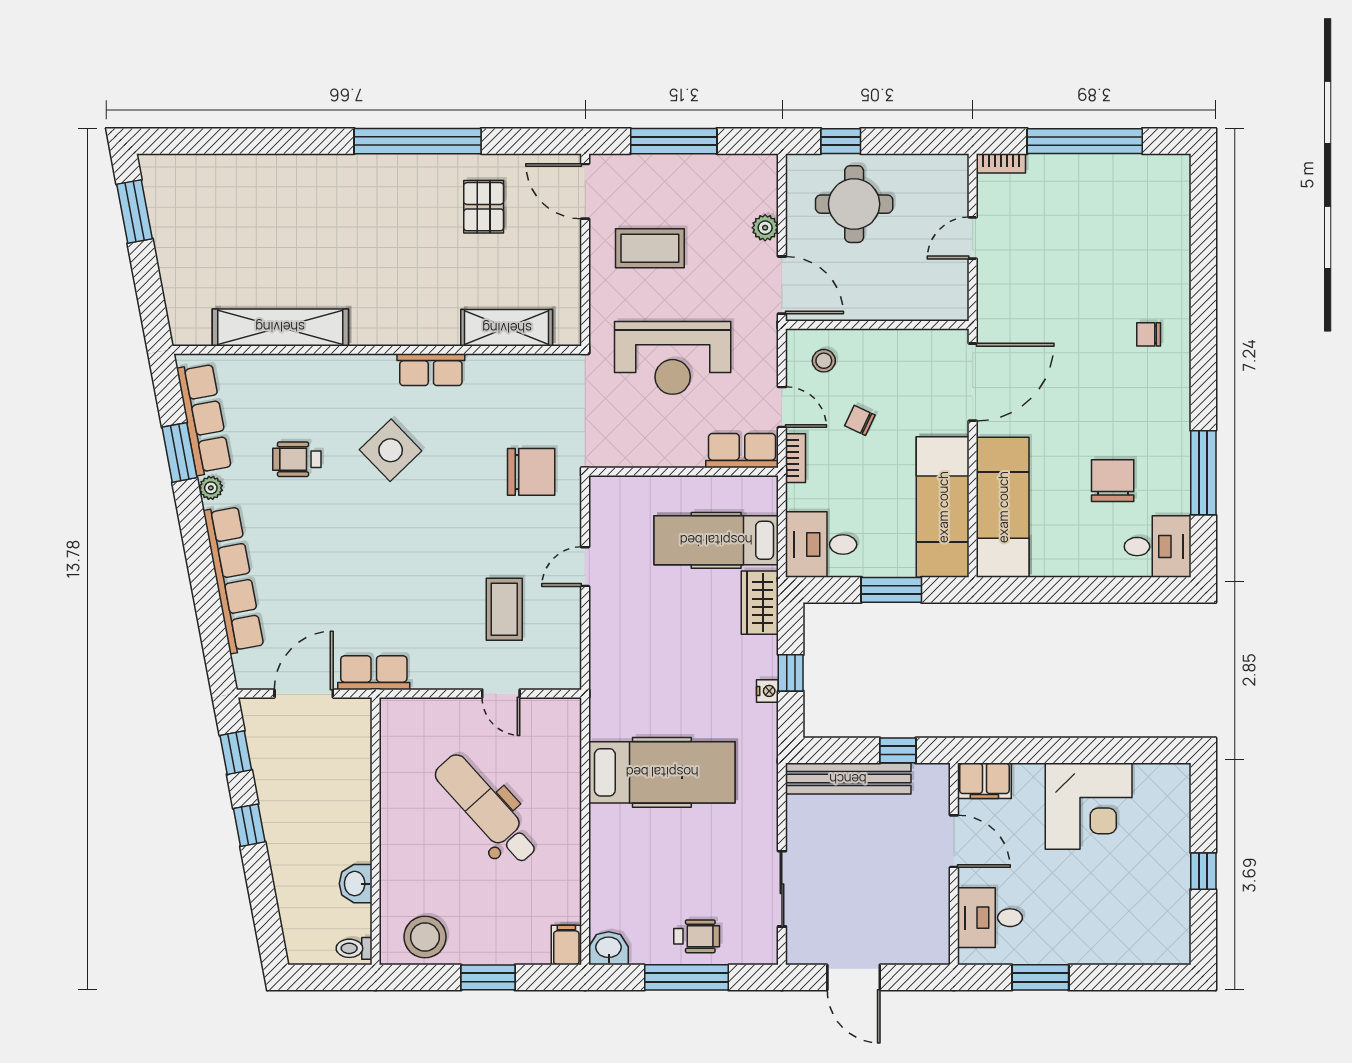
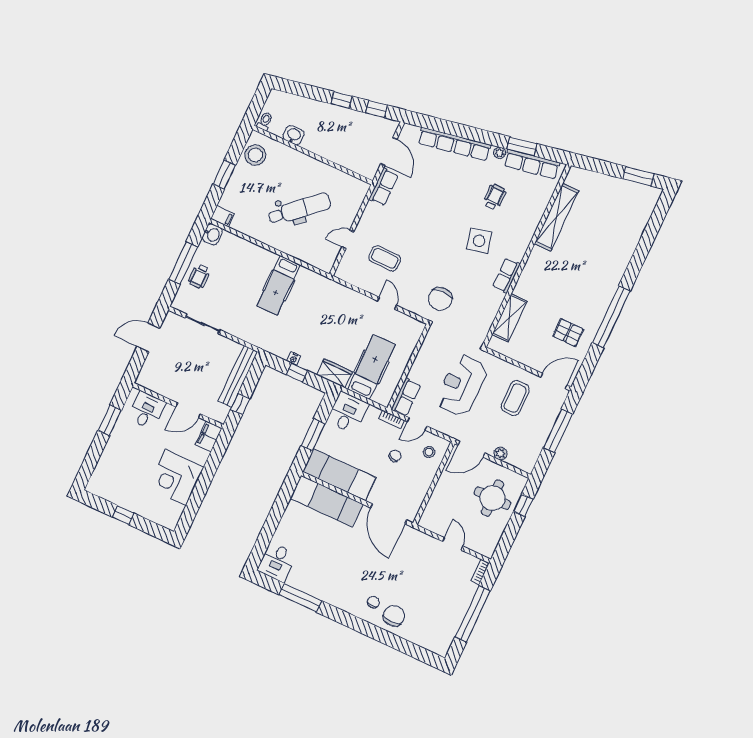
side table: (391, 450) -> (479, 241), turned 31
chair: (1113, 481) -> (394, 616), moved, turned -90
hospital bed: (662, 772) -> (279, 285), width x0.73, depth x0.78

